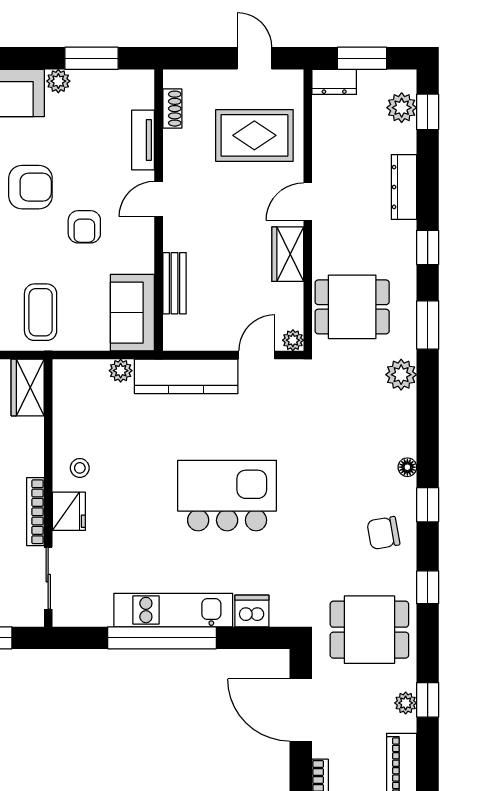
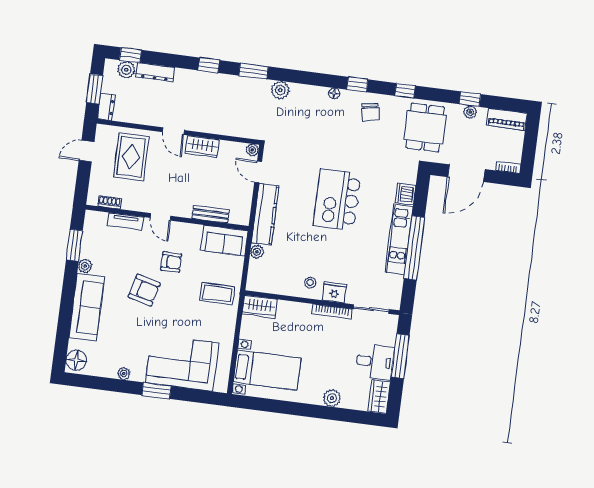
armchair: (30, 187) -> (144, 290), turned 104
dresser: (404, 187) -> (155, 72), moved
dining table: (352, 307) -> (237, 113), removed

